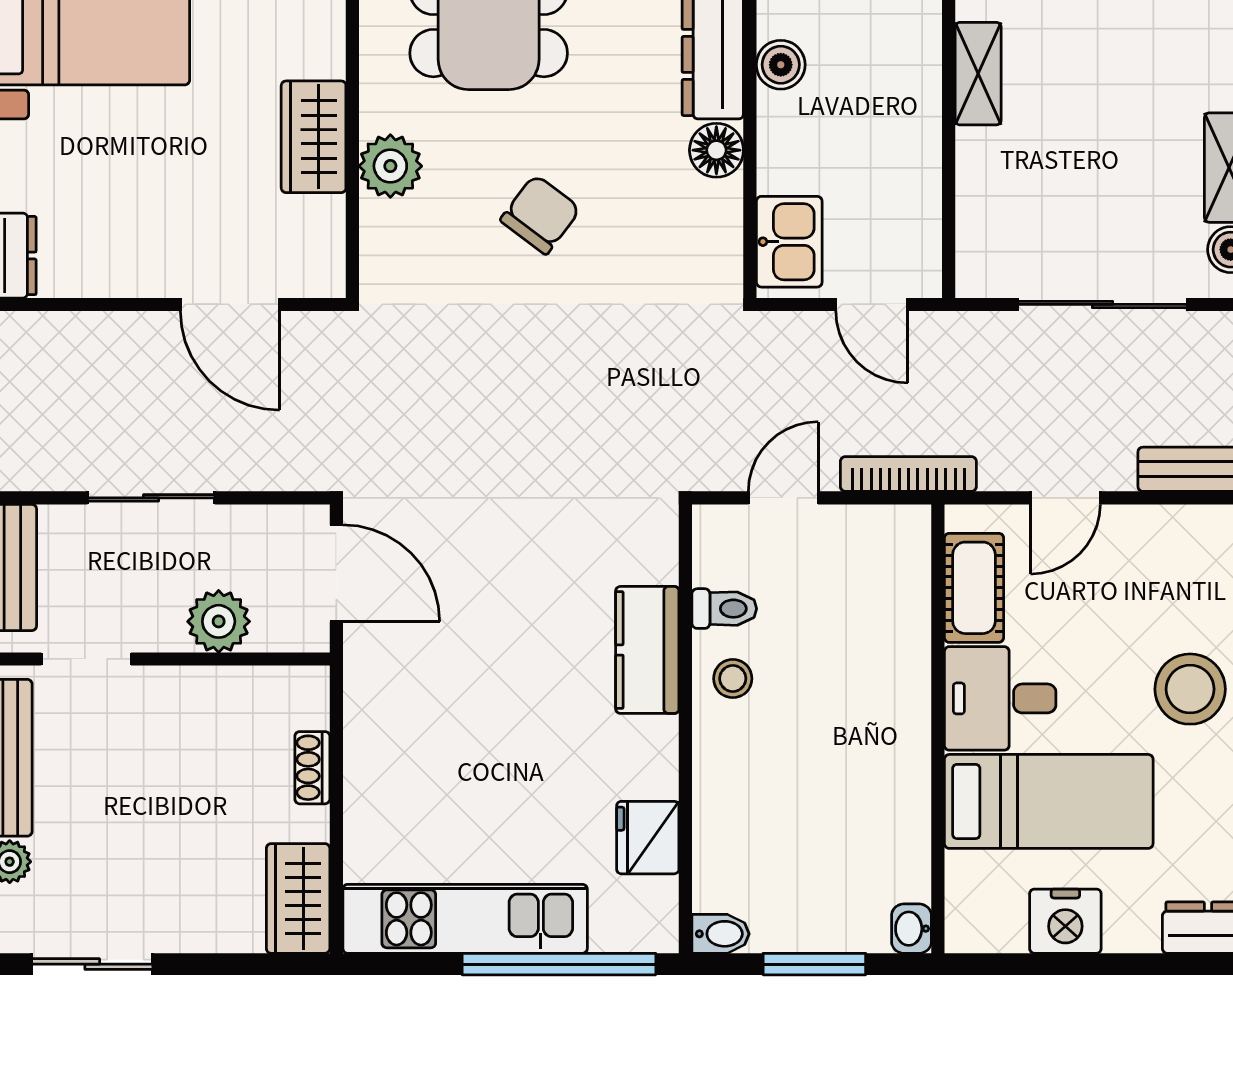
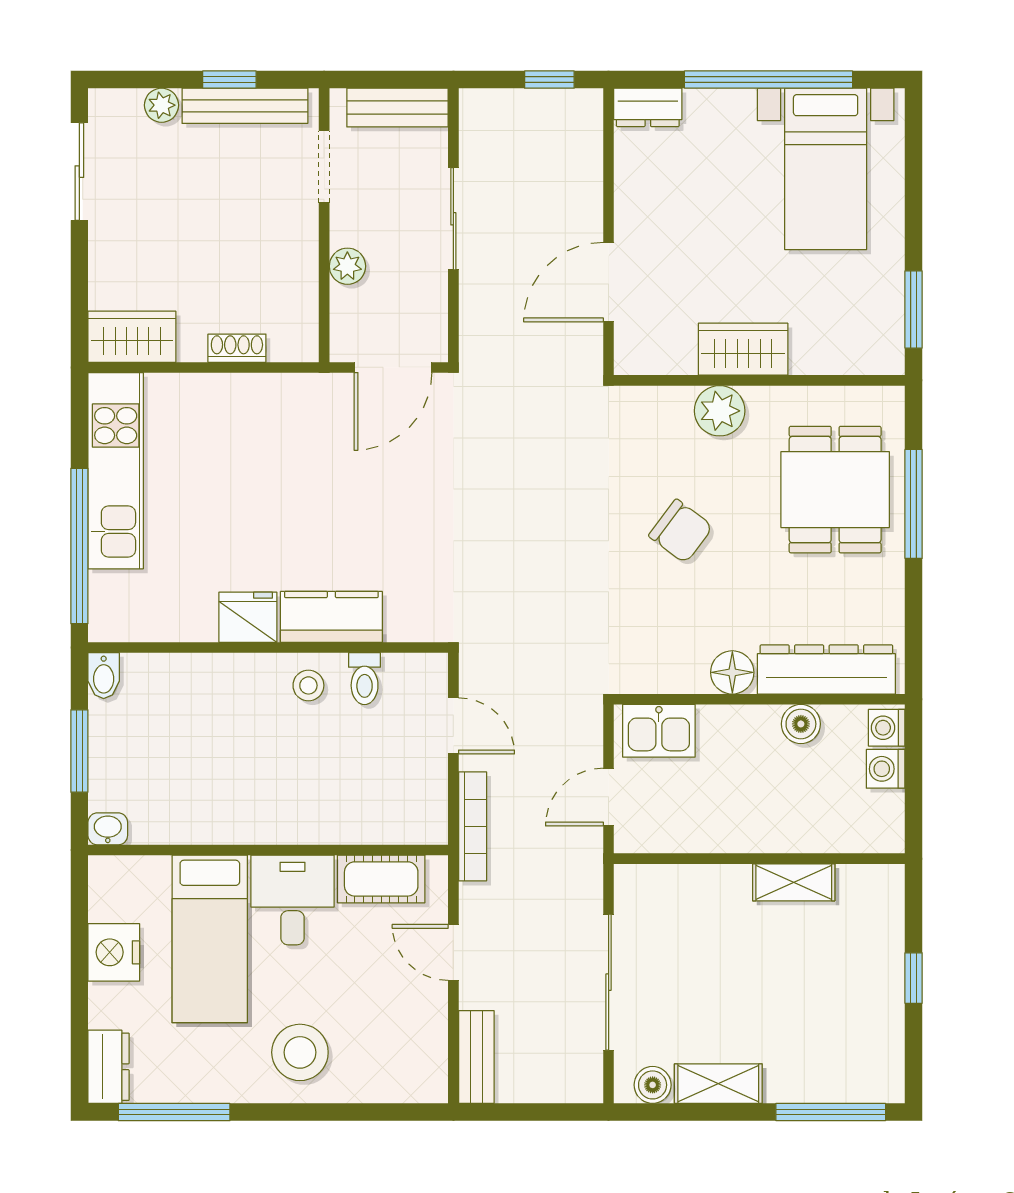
plant: (219, 621) -> (347, 266), width x0.73, depth x0.73
fridge: (648, 838) -> (248, 617), moved

